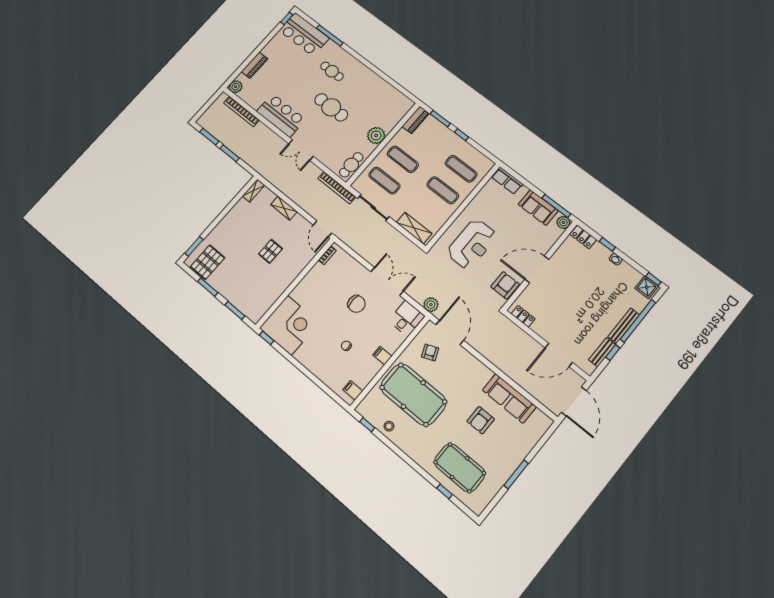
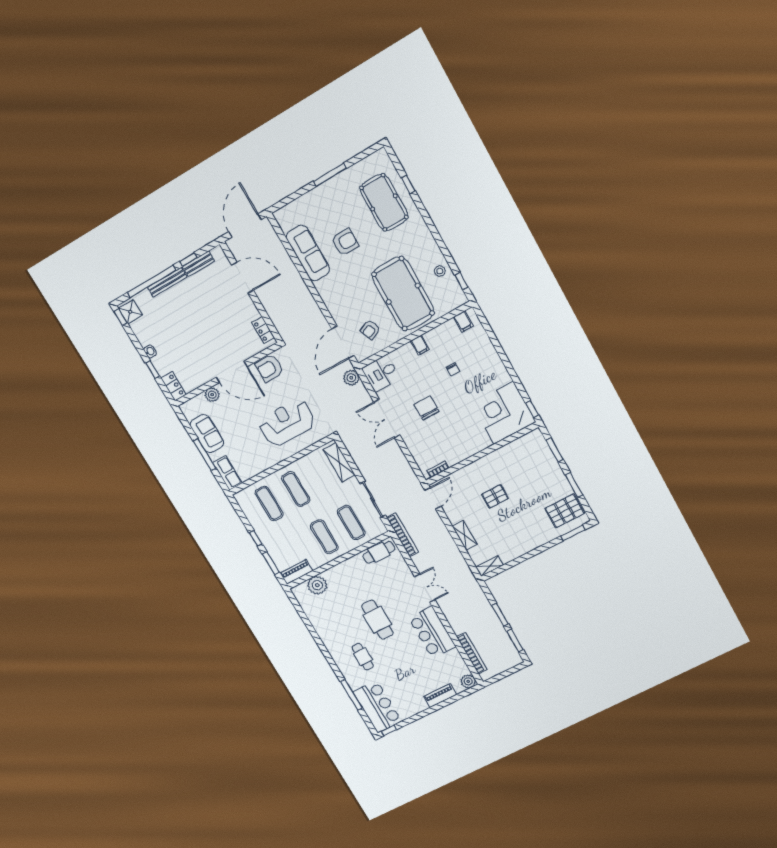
plant: (376, 135) -> (317, 585), moved
window: (556, 206) -> (205, 455), moved
plant: (563, 222) -> (212, 395), moved

